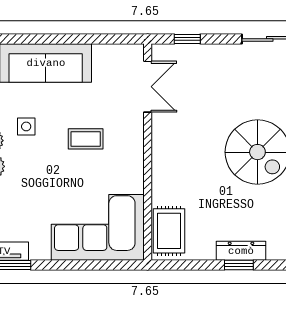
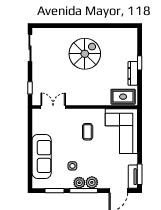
coffee table: (86, 139) -> (88, 132), moved
dresser: (241, 251) -> (133, 73), moved

